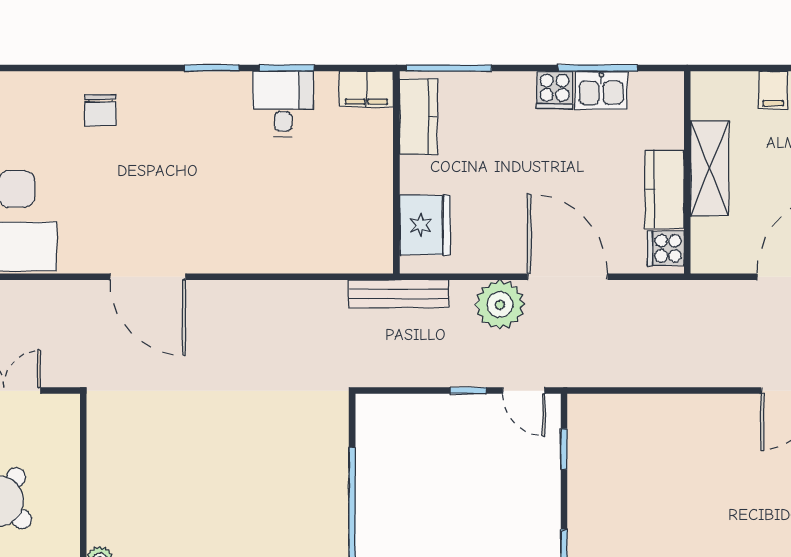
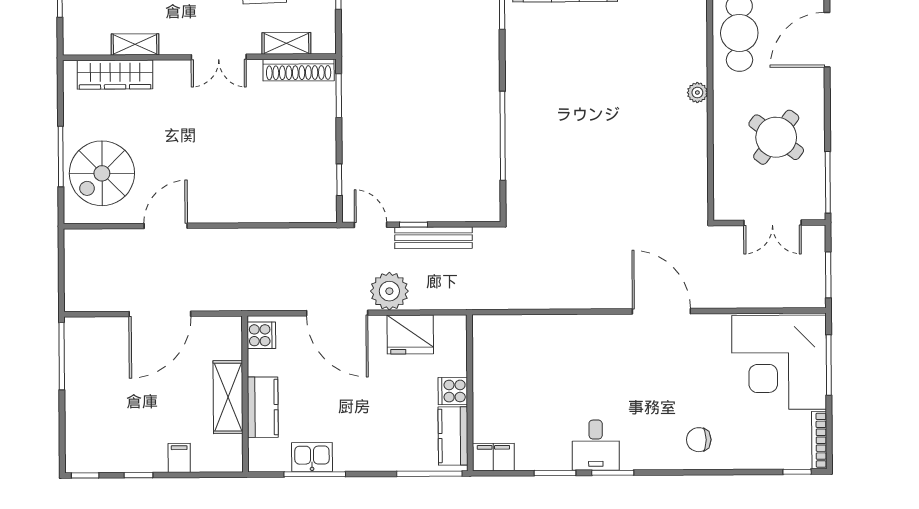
cooker: (555, 90) -> (453, 391), moved, turned -90
desk: (283, 104) -> (596, 445), moved
chair: (100, 110) -> (699, 440), turned -90
kitchen counter: (665, 189) -> (263, 407), moved
fridge: (425, 225) -> (410, 335), moved, turned -90
bench: (398, 294) -> (434, 238), moved

